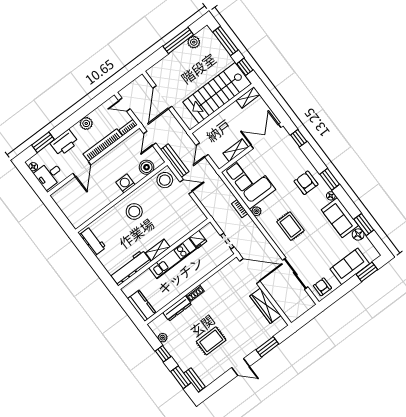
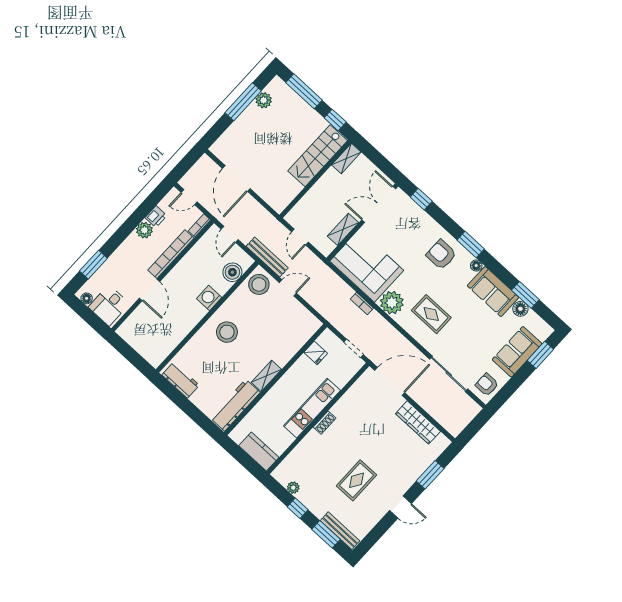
stairs: (217, 93) -> (318, 156), width x0.73, depth x0.66
printer: (64, 143) -> (156, 217), moved, width x0.53, depth x0.68
plant: (256, 211) -> (392, 303), width x1.88, depth x1.88
kitchen unit: (173, 258) -> (312, 408), moved, turned 180
dresser: (177, 308) -> (305, 447), removed
bench: (194, 380) -> (340, 531), width x1.36

